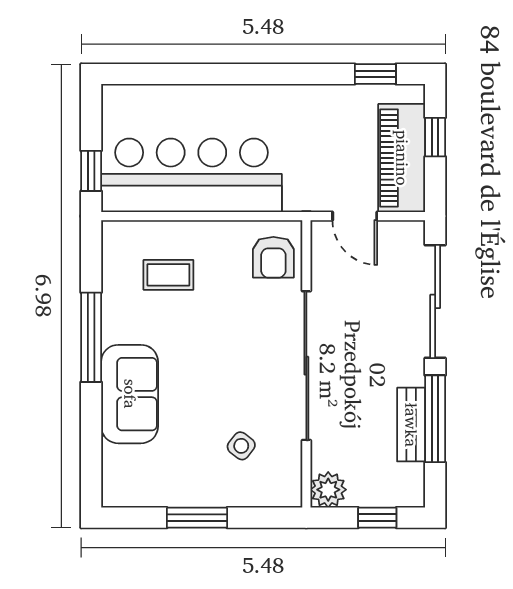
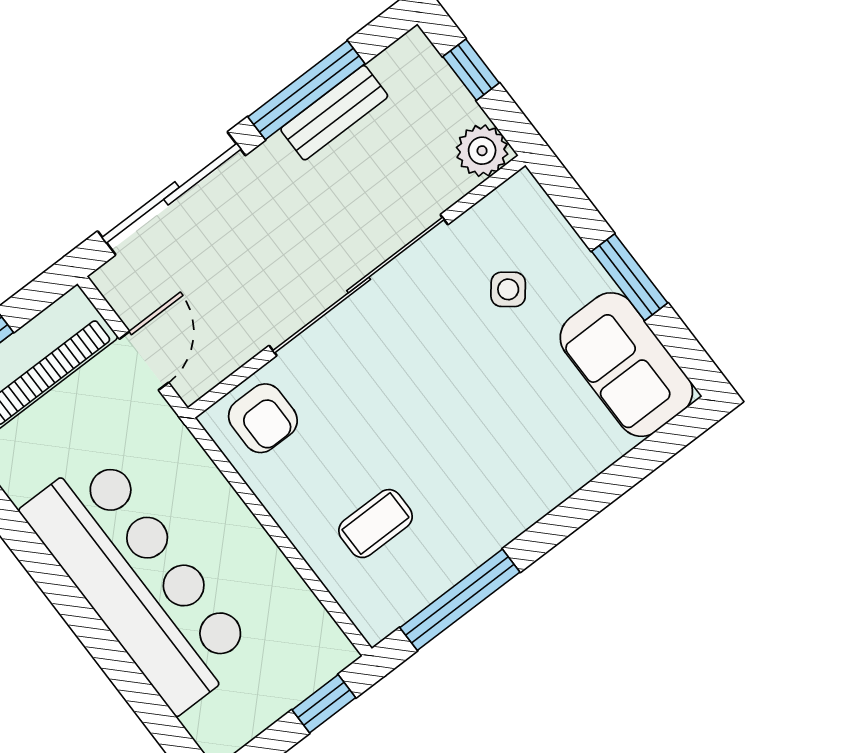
bar counter: (191, 175) -> (139, 582), moved, turned 180
armchair: (273, 257) -> (263, 418), turned 90
coffee table: (168, 275) -> (376, 524), turned 90
window: (91, 337) -> (460, 600), moved
sofa: (130, 394) -> (626, 365), moved, turned -90

